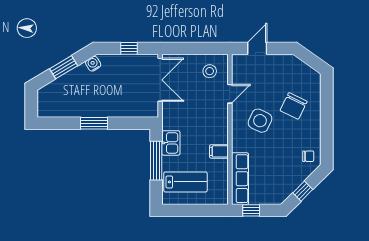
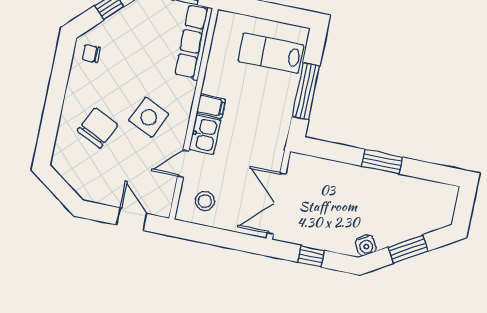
door: (257, 48) -> (132, 219), swing flipped
kitchen sink: (171, 143) -> (205, 135), moved, turned 180
filing cabinet: (219, 151) -> (211, 106), moved

